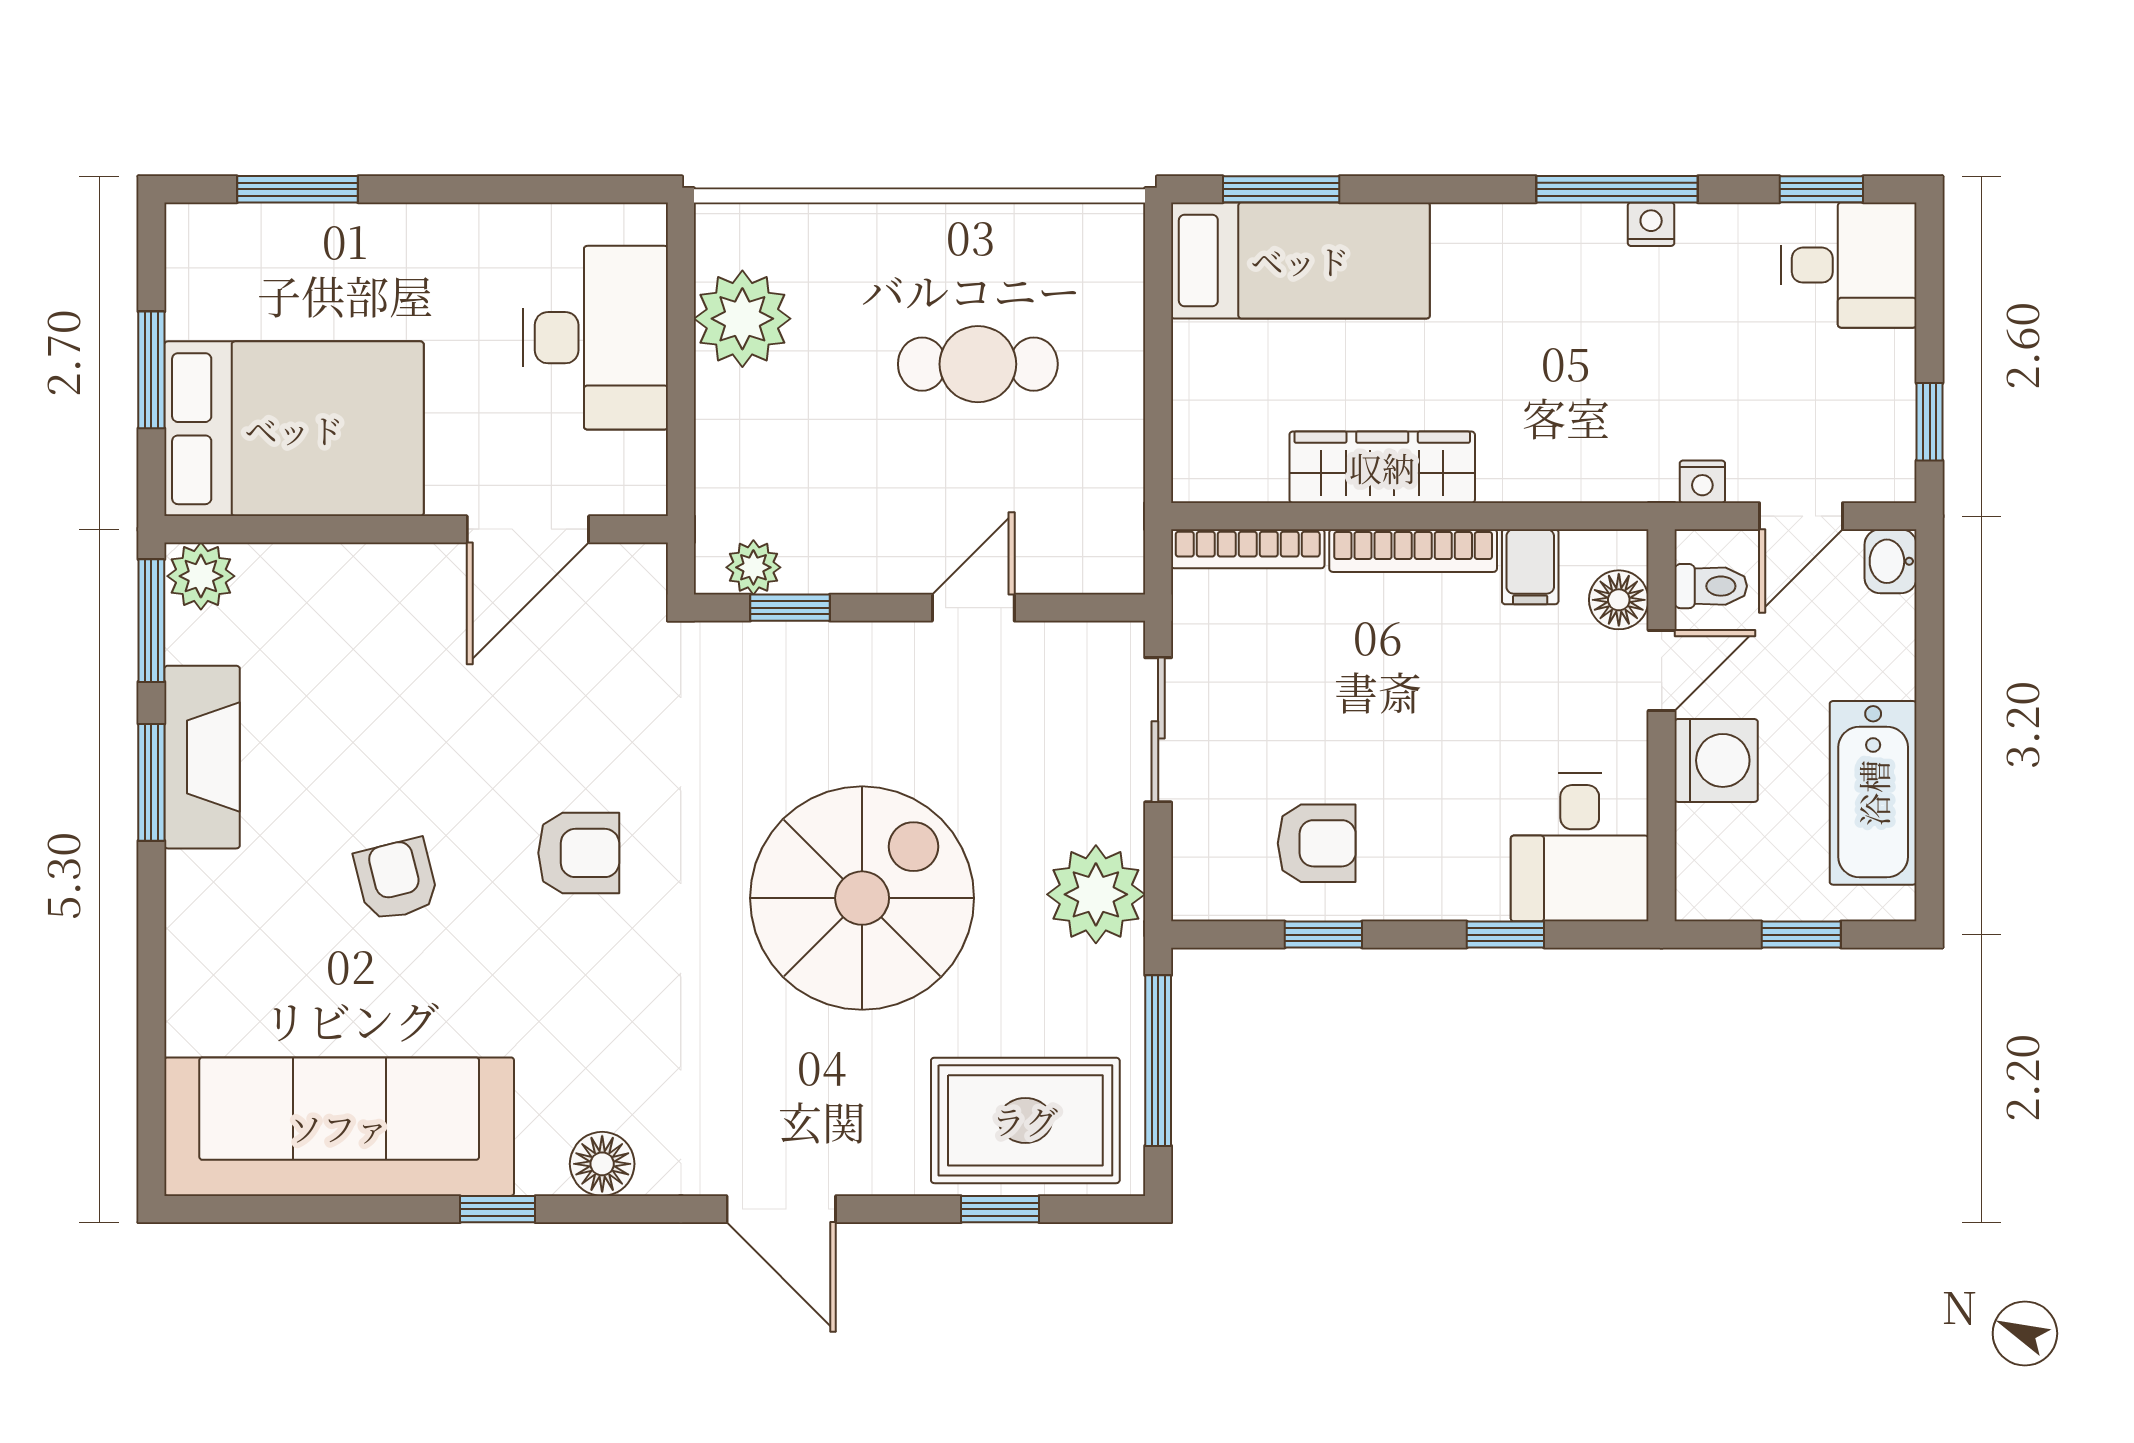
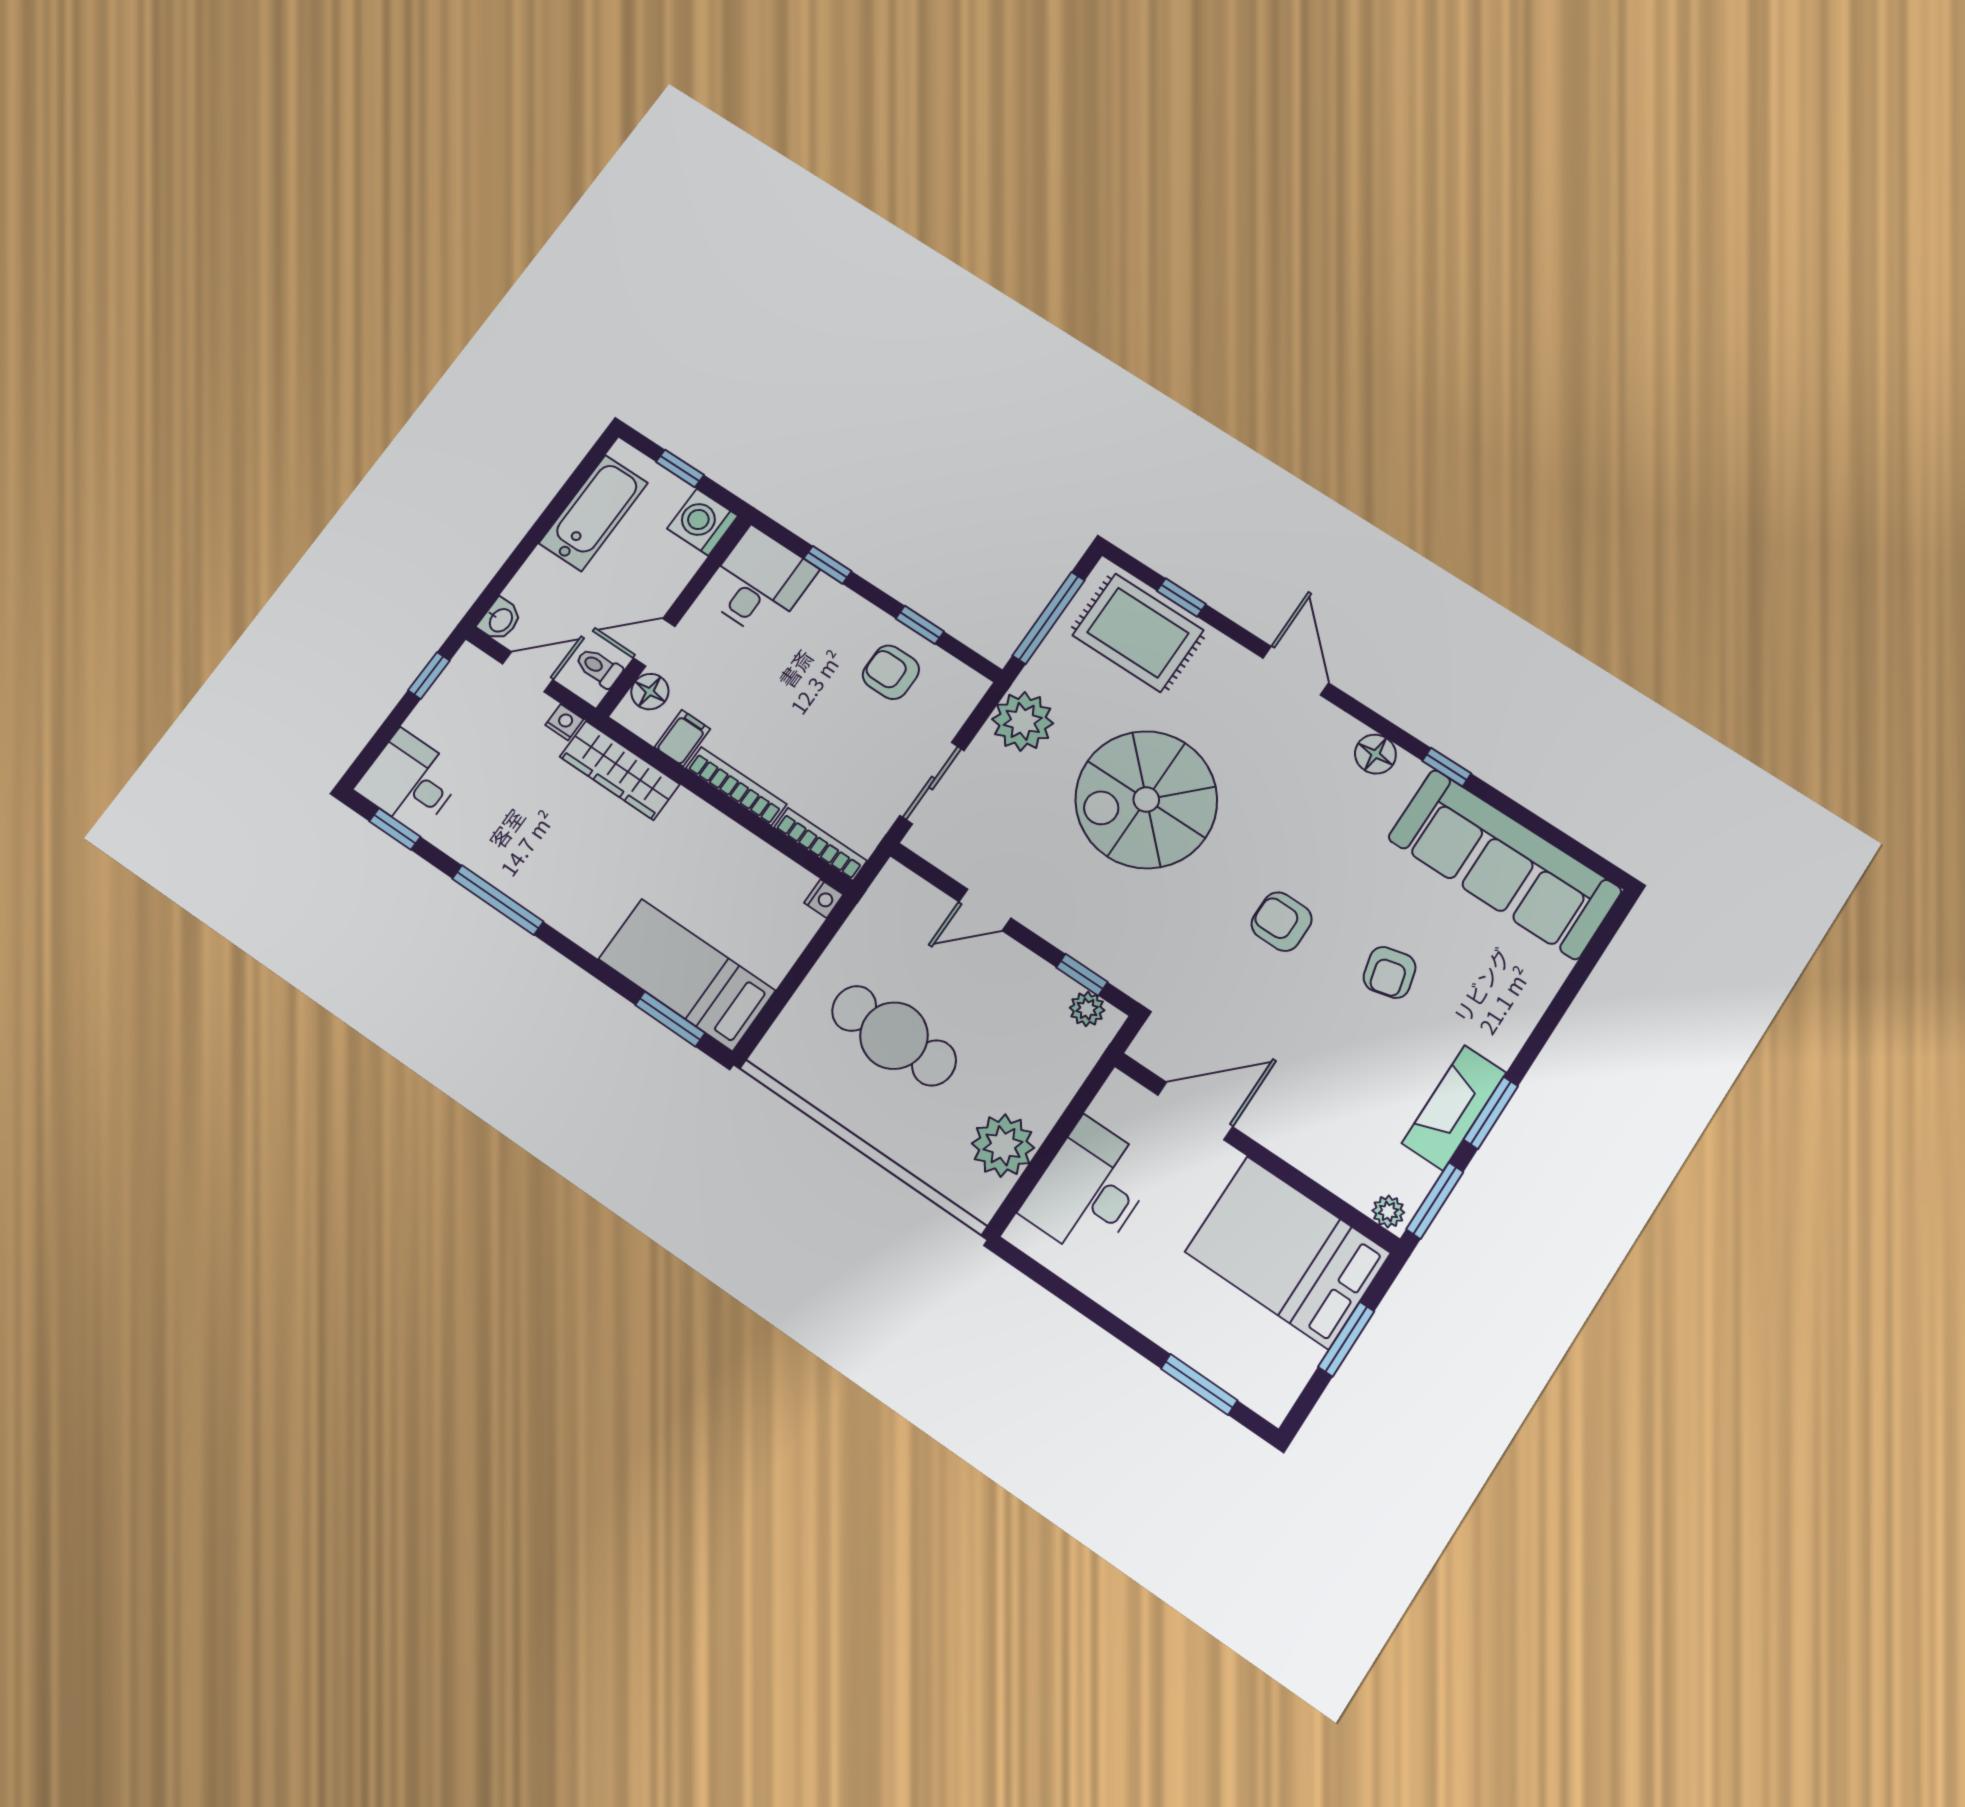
nightstand: (1651, 224) -> (824, 899), moved, turned -90
cafe table: (978, 364) -> (894, 1036), width x1.37, depth x1.35
wardrobe: (1382, 467) -> (620, 770), moved
plant: (201, 576) -> (1388, 1211), width x0.73, depth x0.73
washing machine: (1716, 760) -> (703, 522), moved

